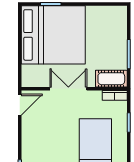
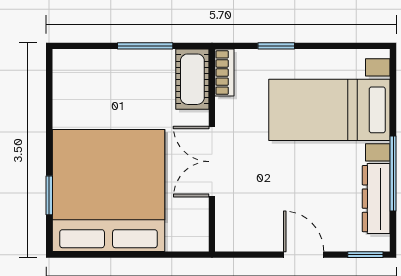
door: (20, 105) -> (304, 255), moved

